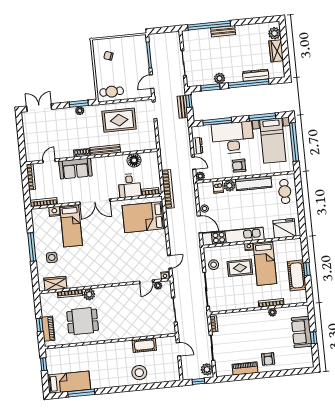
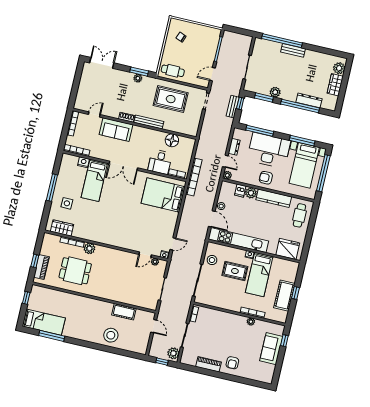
window: (314, 338) -> (284, 341), moved

